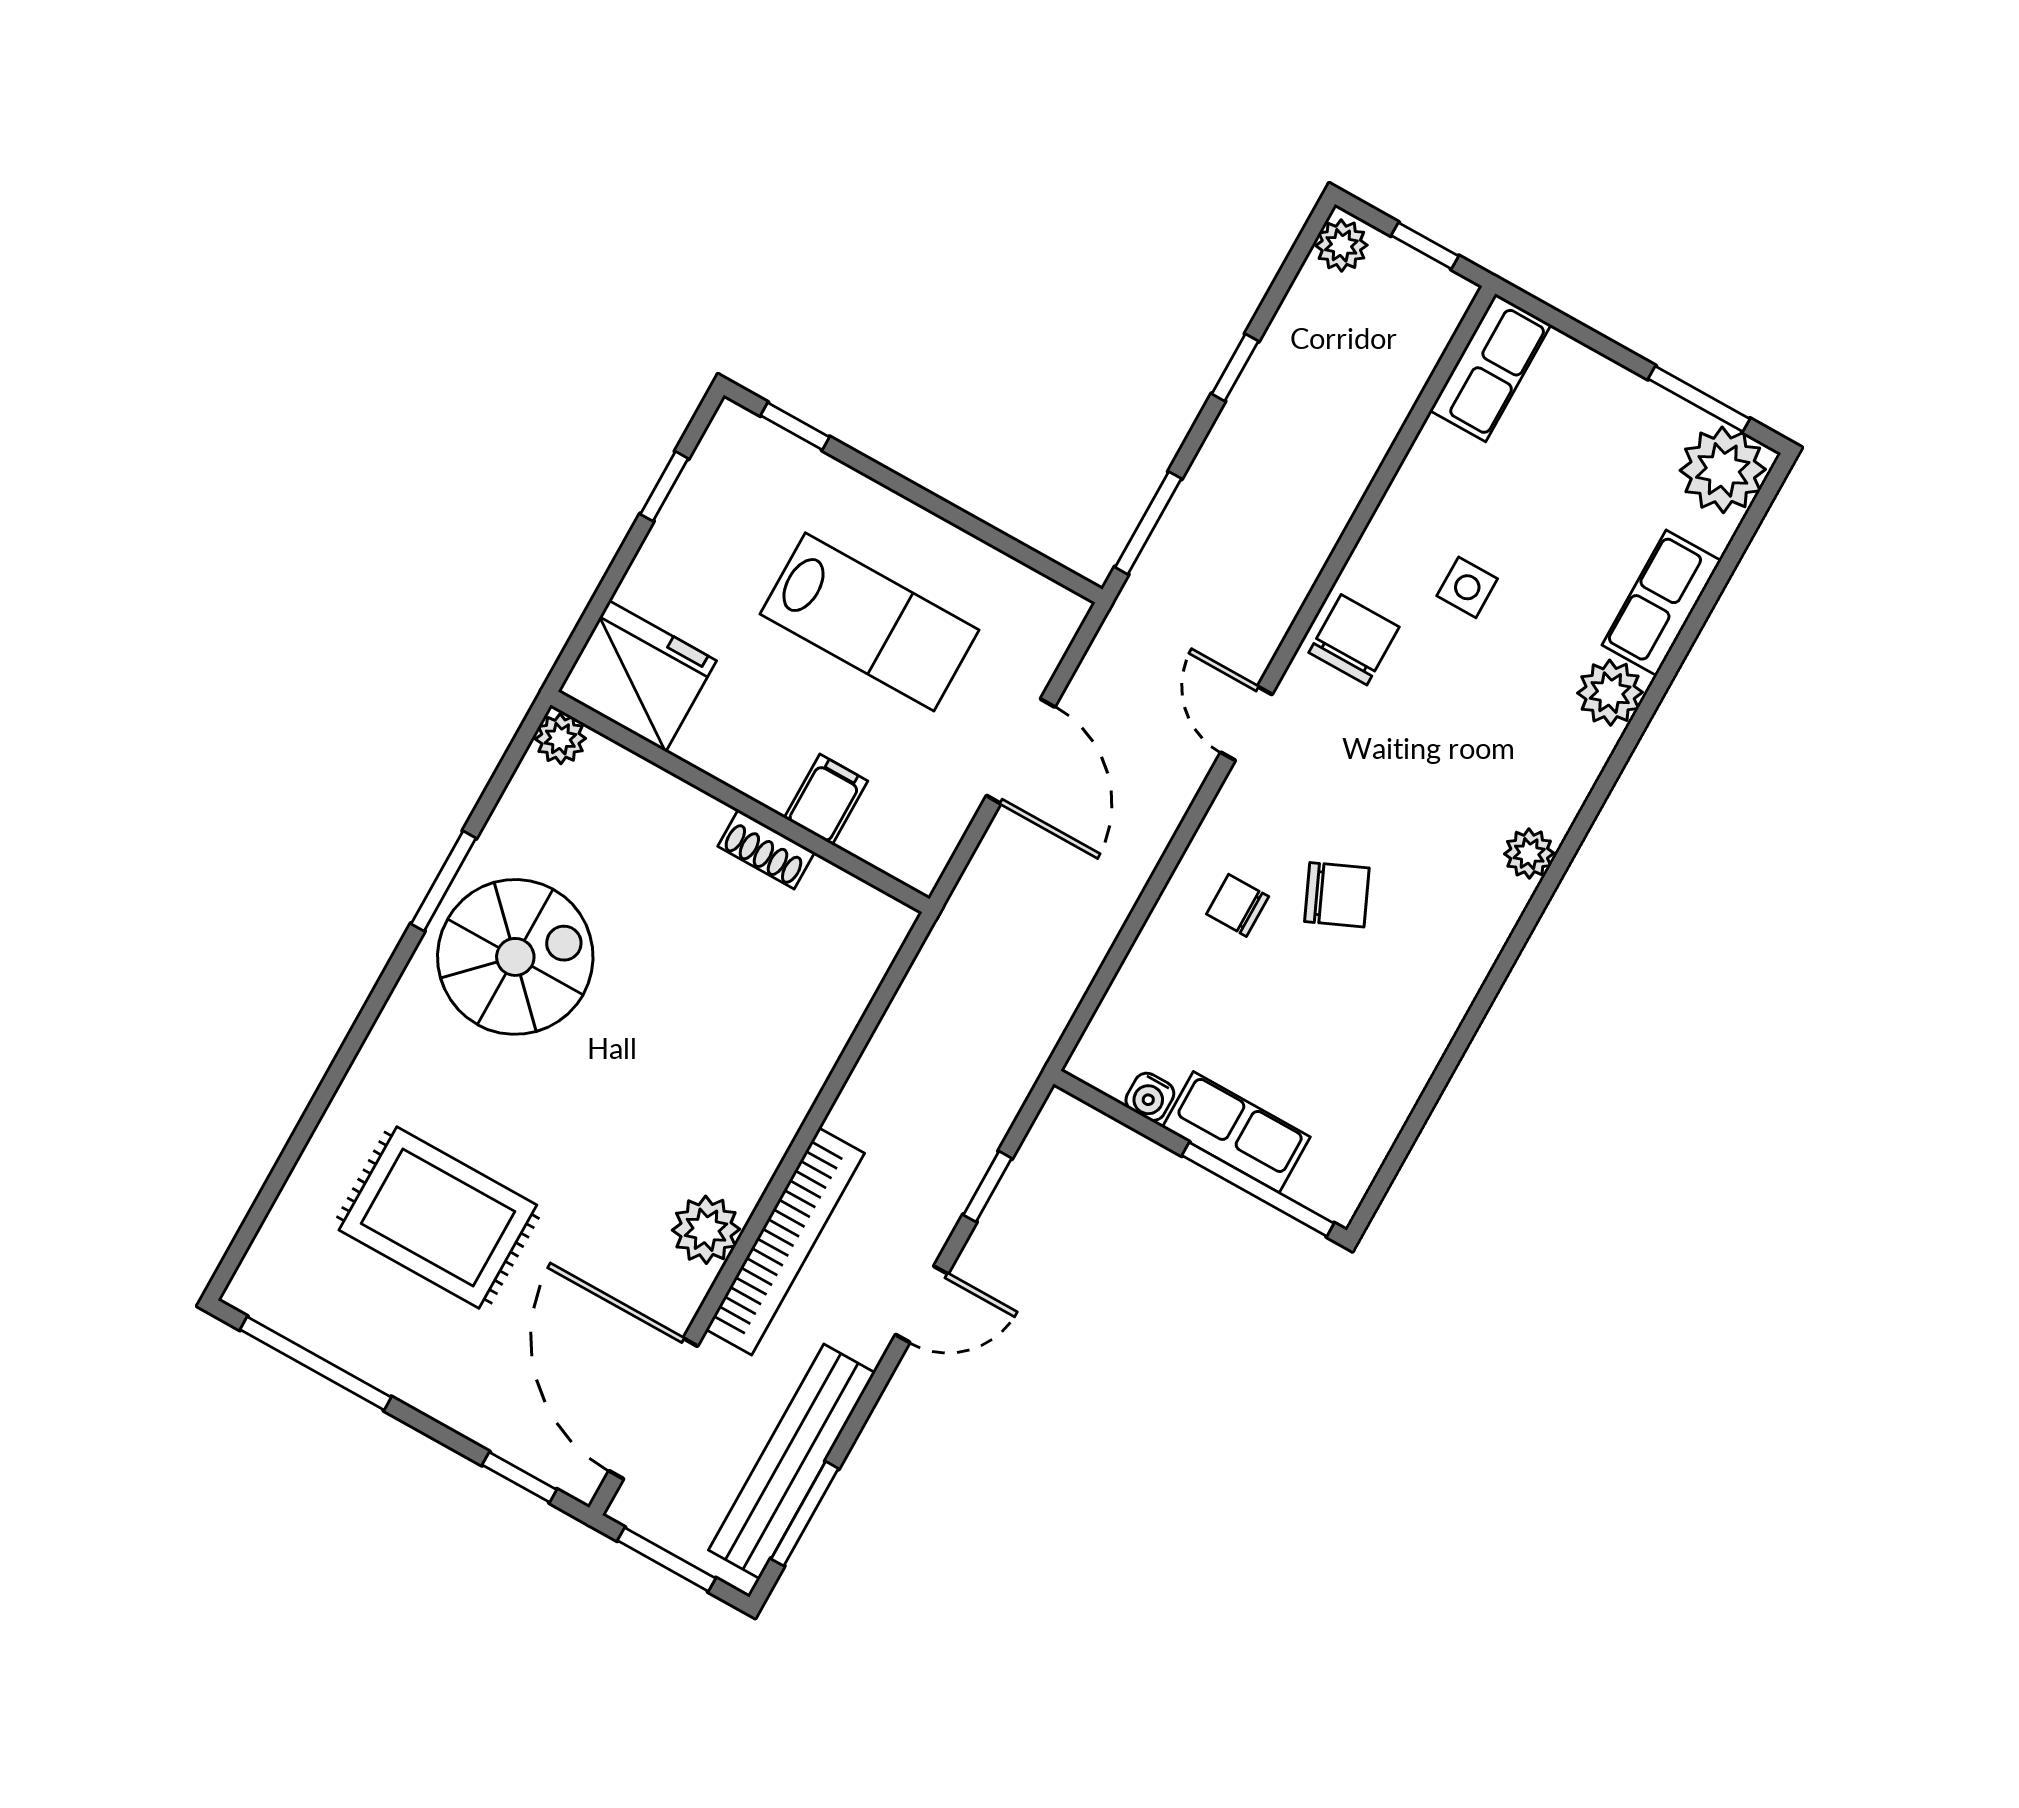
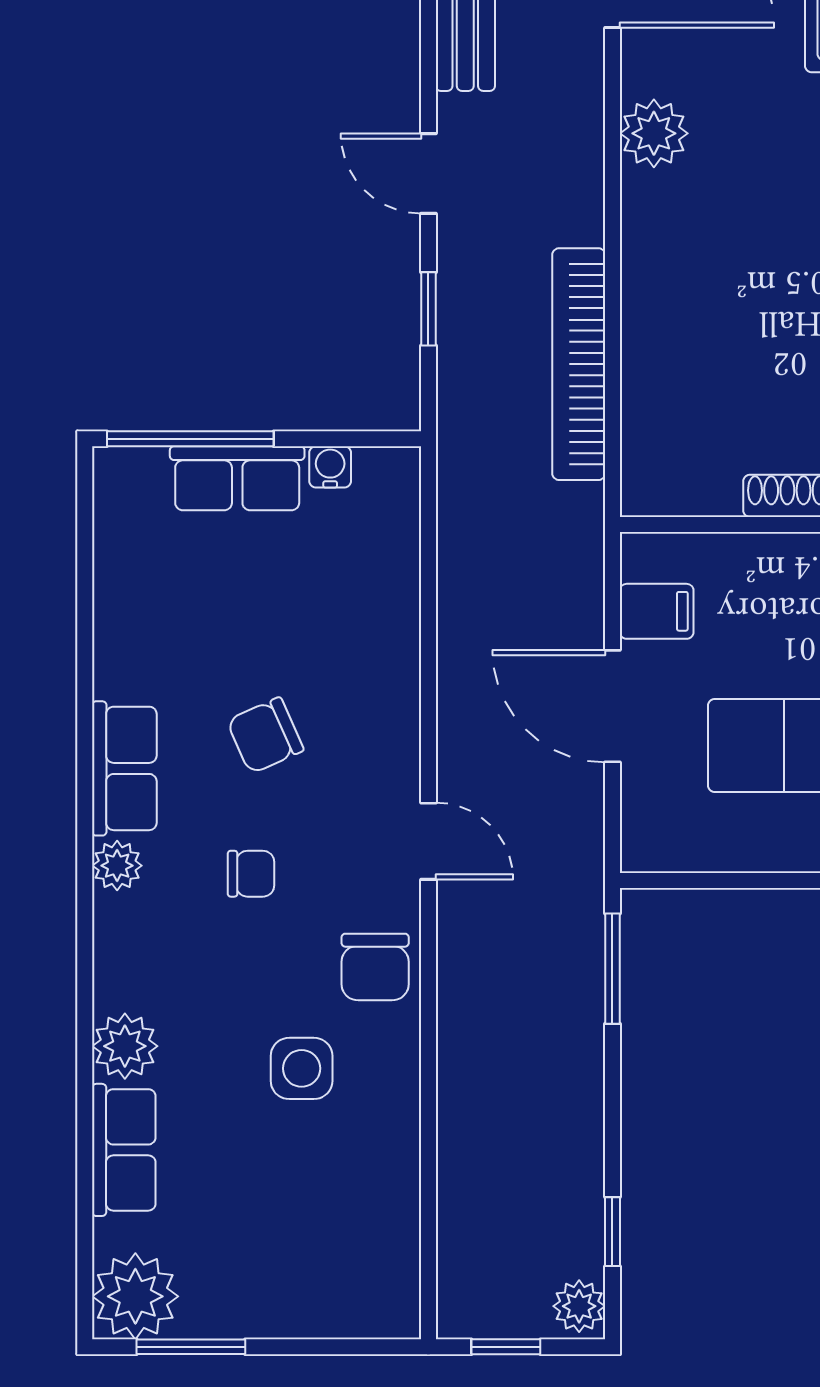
window: (1235, 367) -> (612, 1232), moved
row of seats: (1490, 368) -> (124, 768), moved, turned 180
side table: (1467, 587) -> (302, 1068), width x1.37, depth x1.37
filing cabinet: (826, 799) -> (657, 611), moved, turned -90
chair: (1238, 905) -> (251, 874), moved
bookcase: (785, 1241) -> (579, 364), moved
door: (922, 1304) -> (428, 174), hinge flipped

